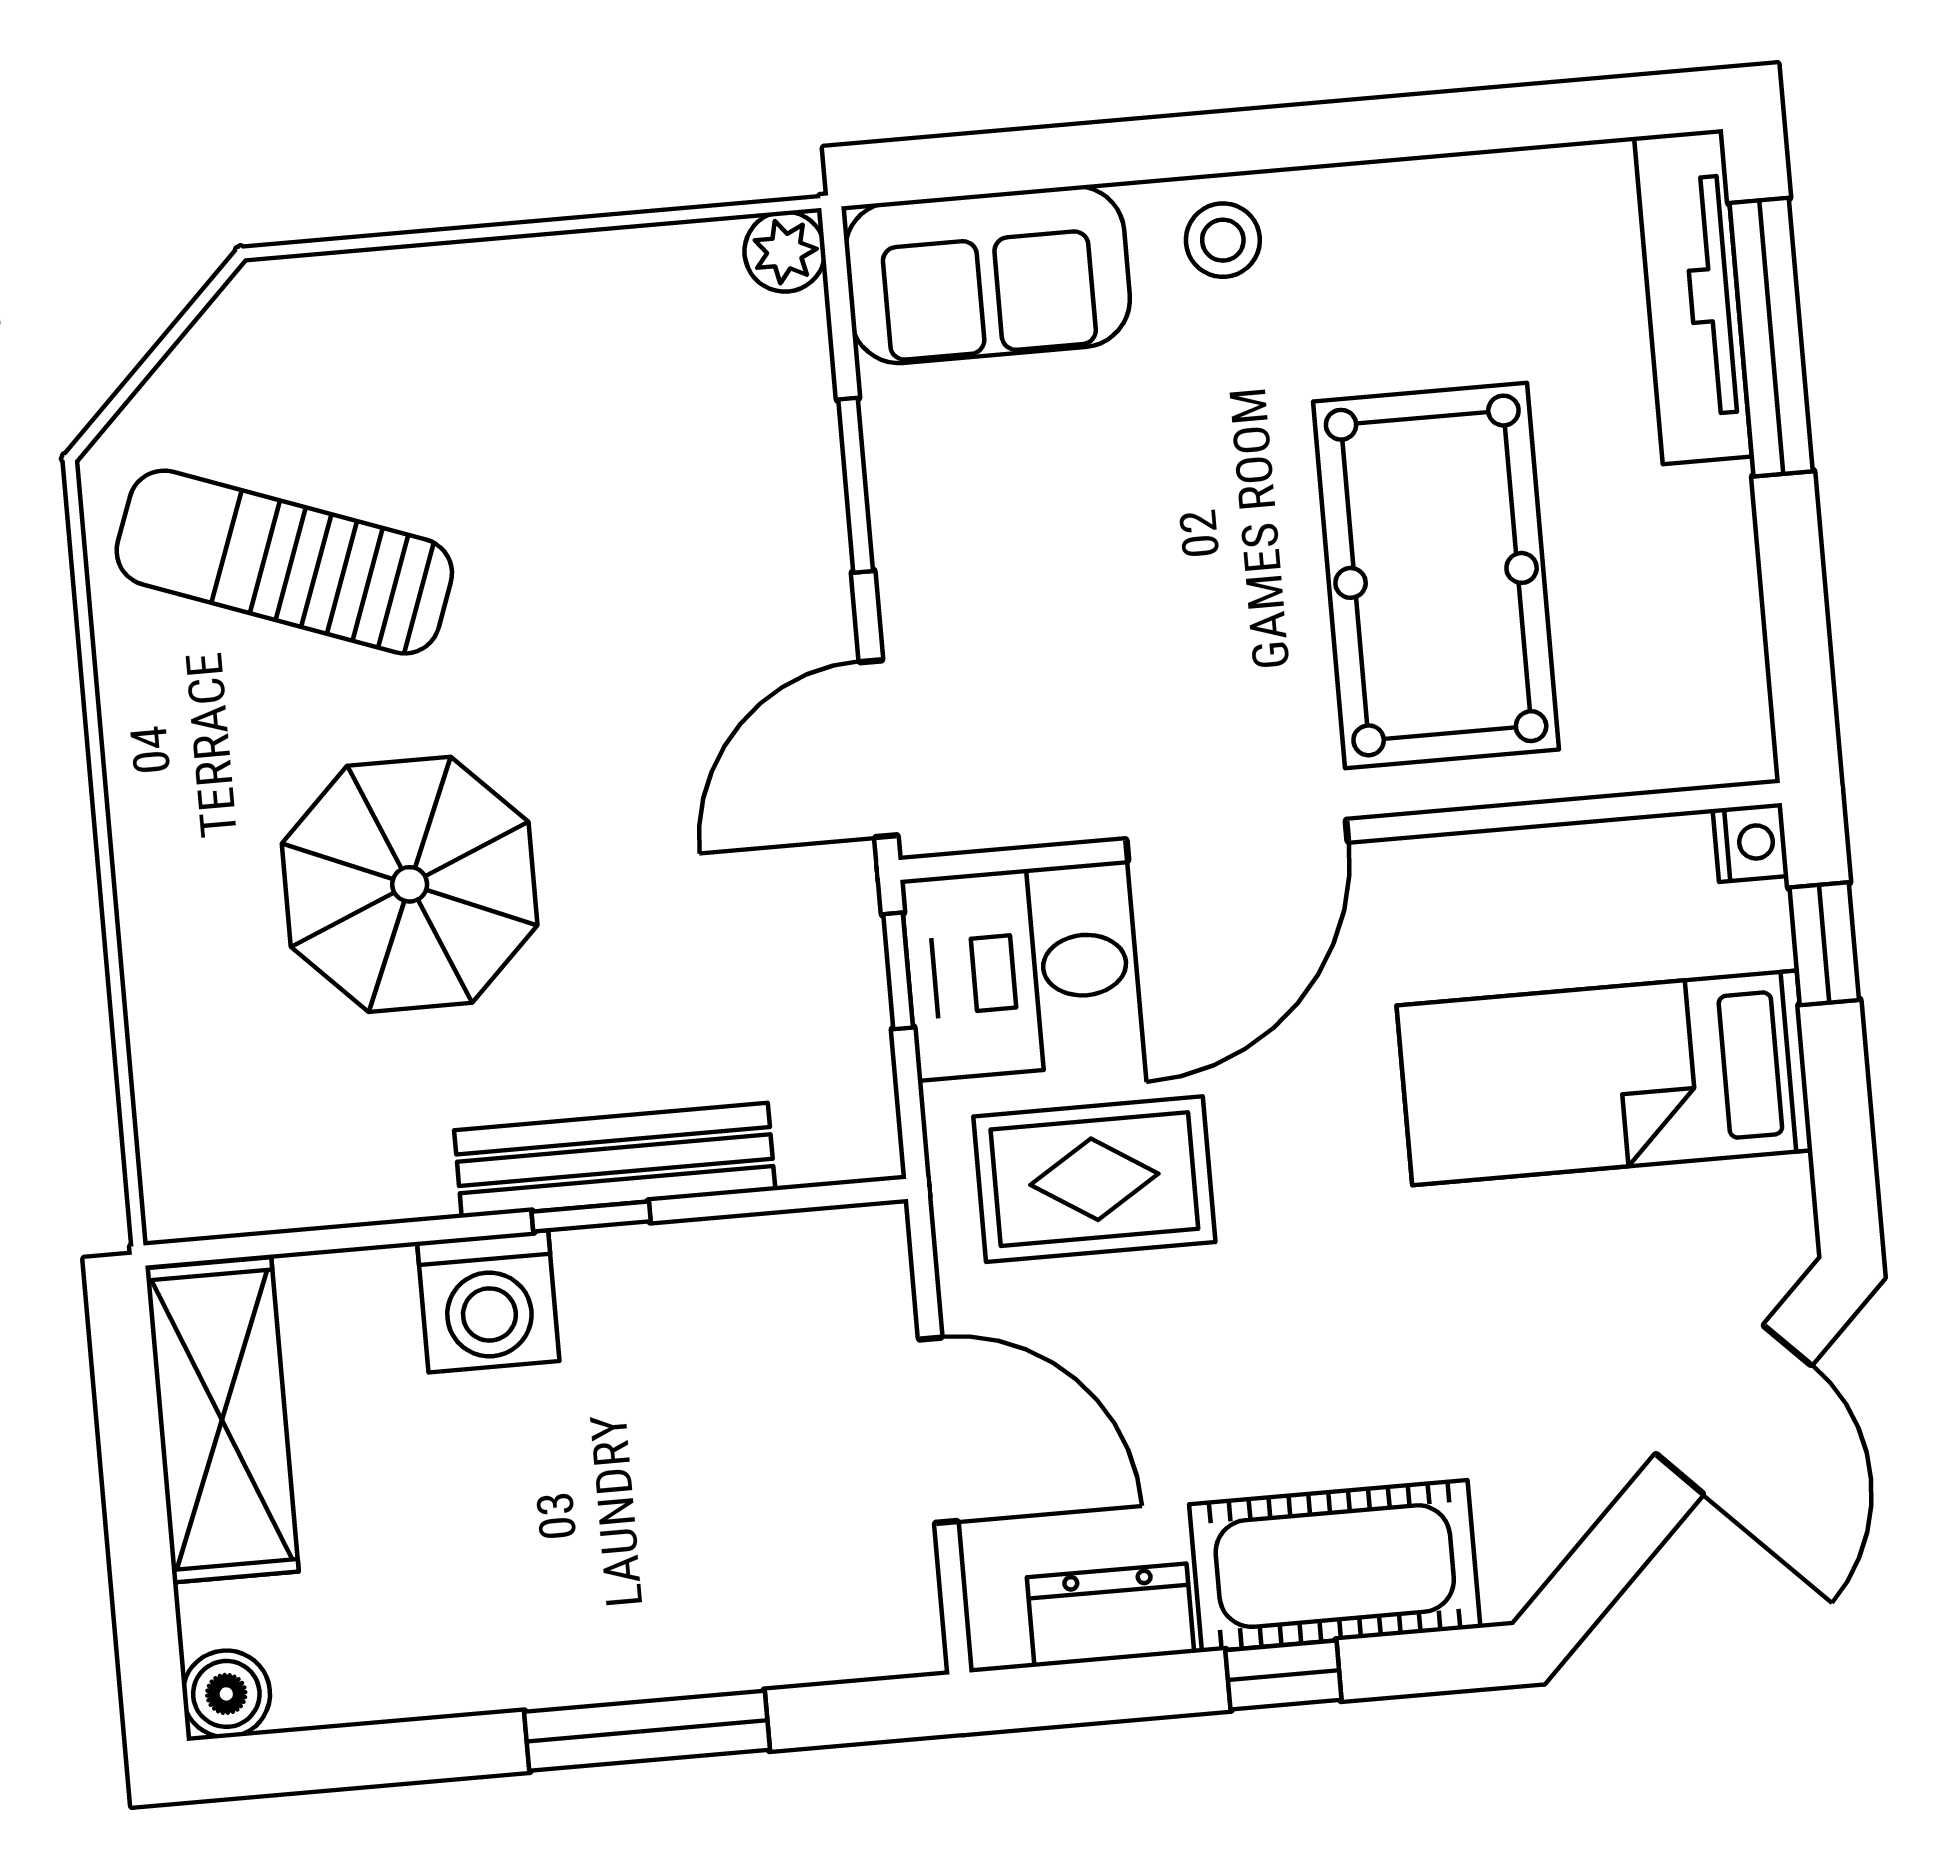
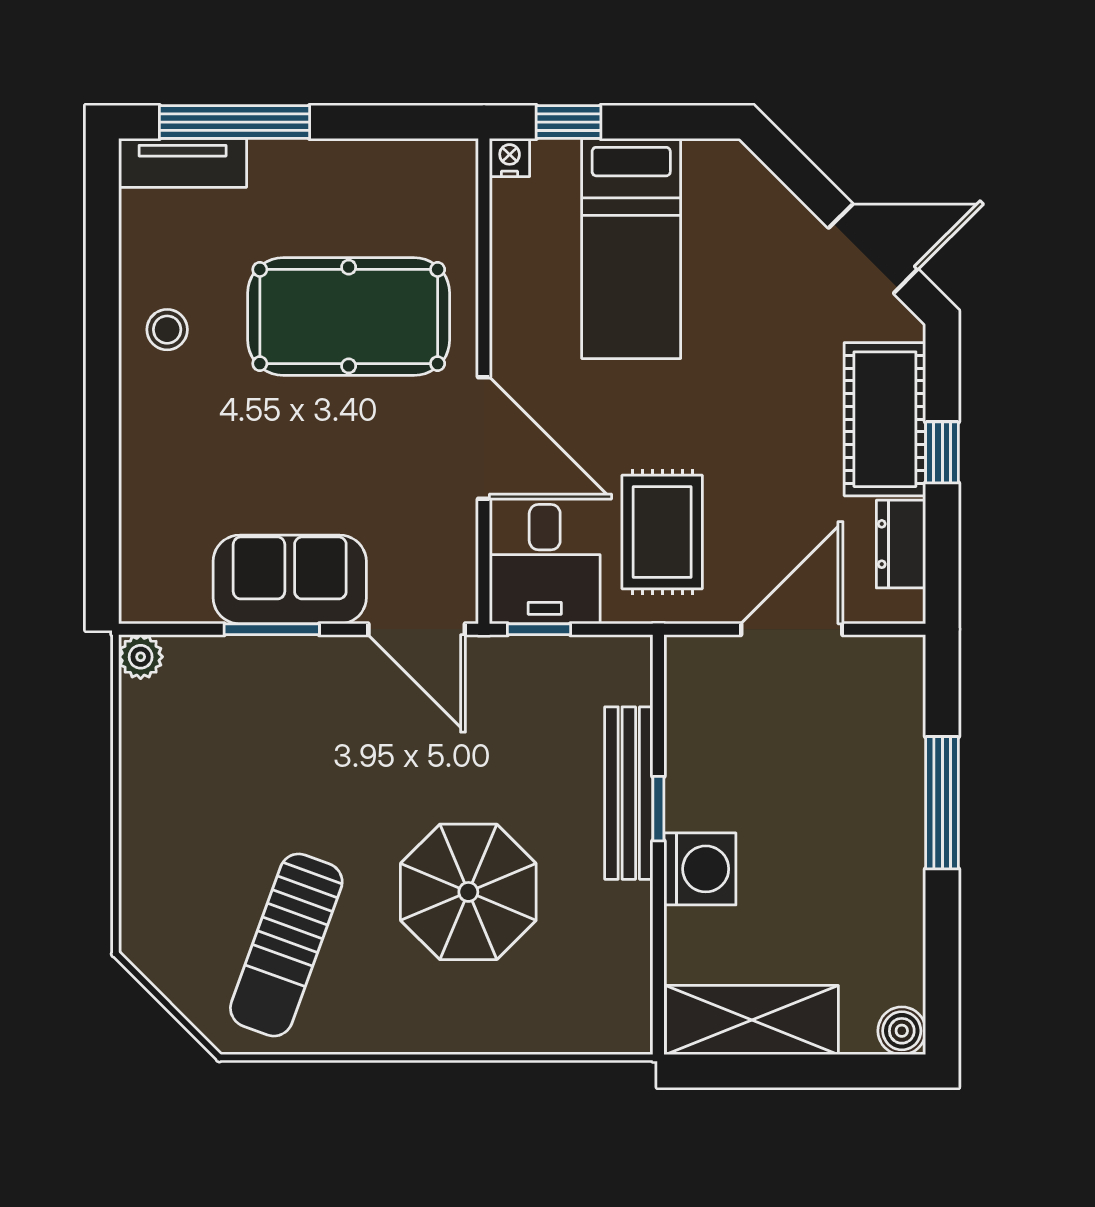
stool: (1223, 240) -> (167, 330), moved
sofa: (988, 275) -> (290, 579), moved, turned -90
tv unit: (1693, 297) -> (183, 163), width x0.71
door: (1733, 1410) -> (873, 249), moved

